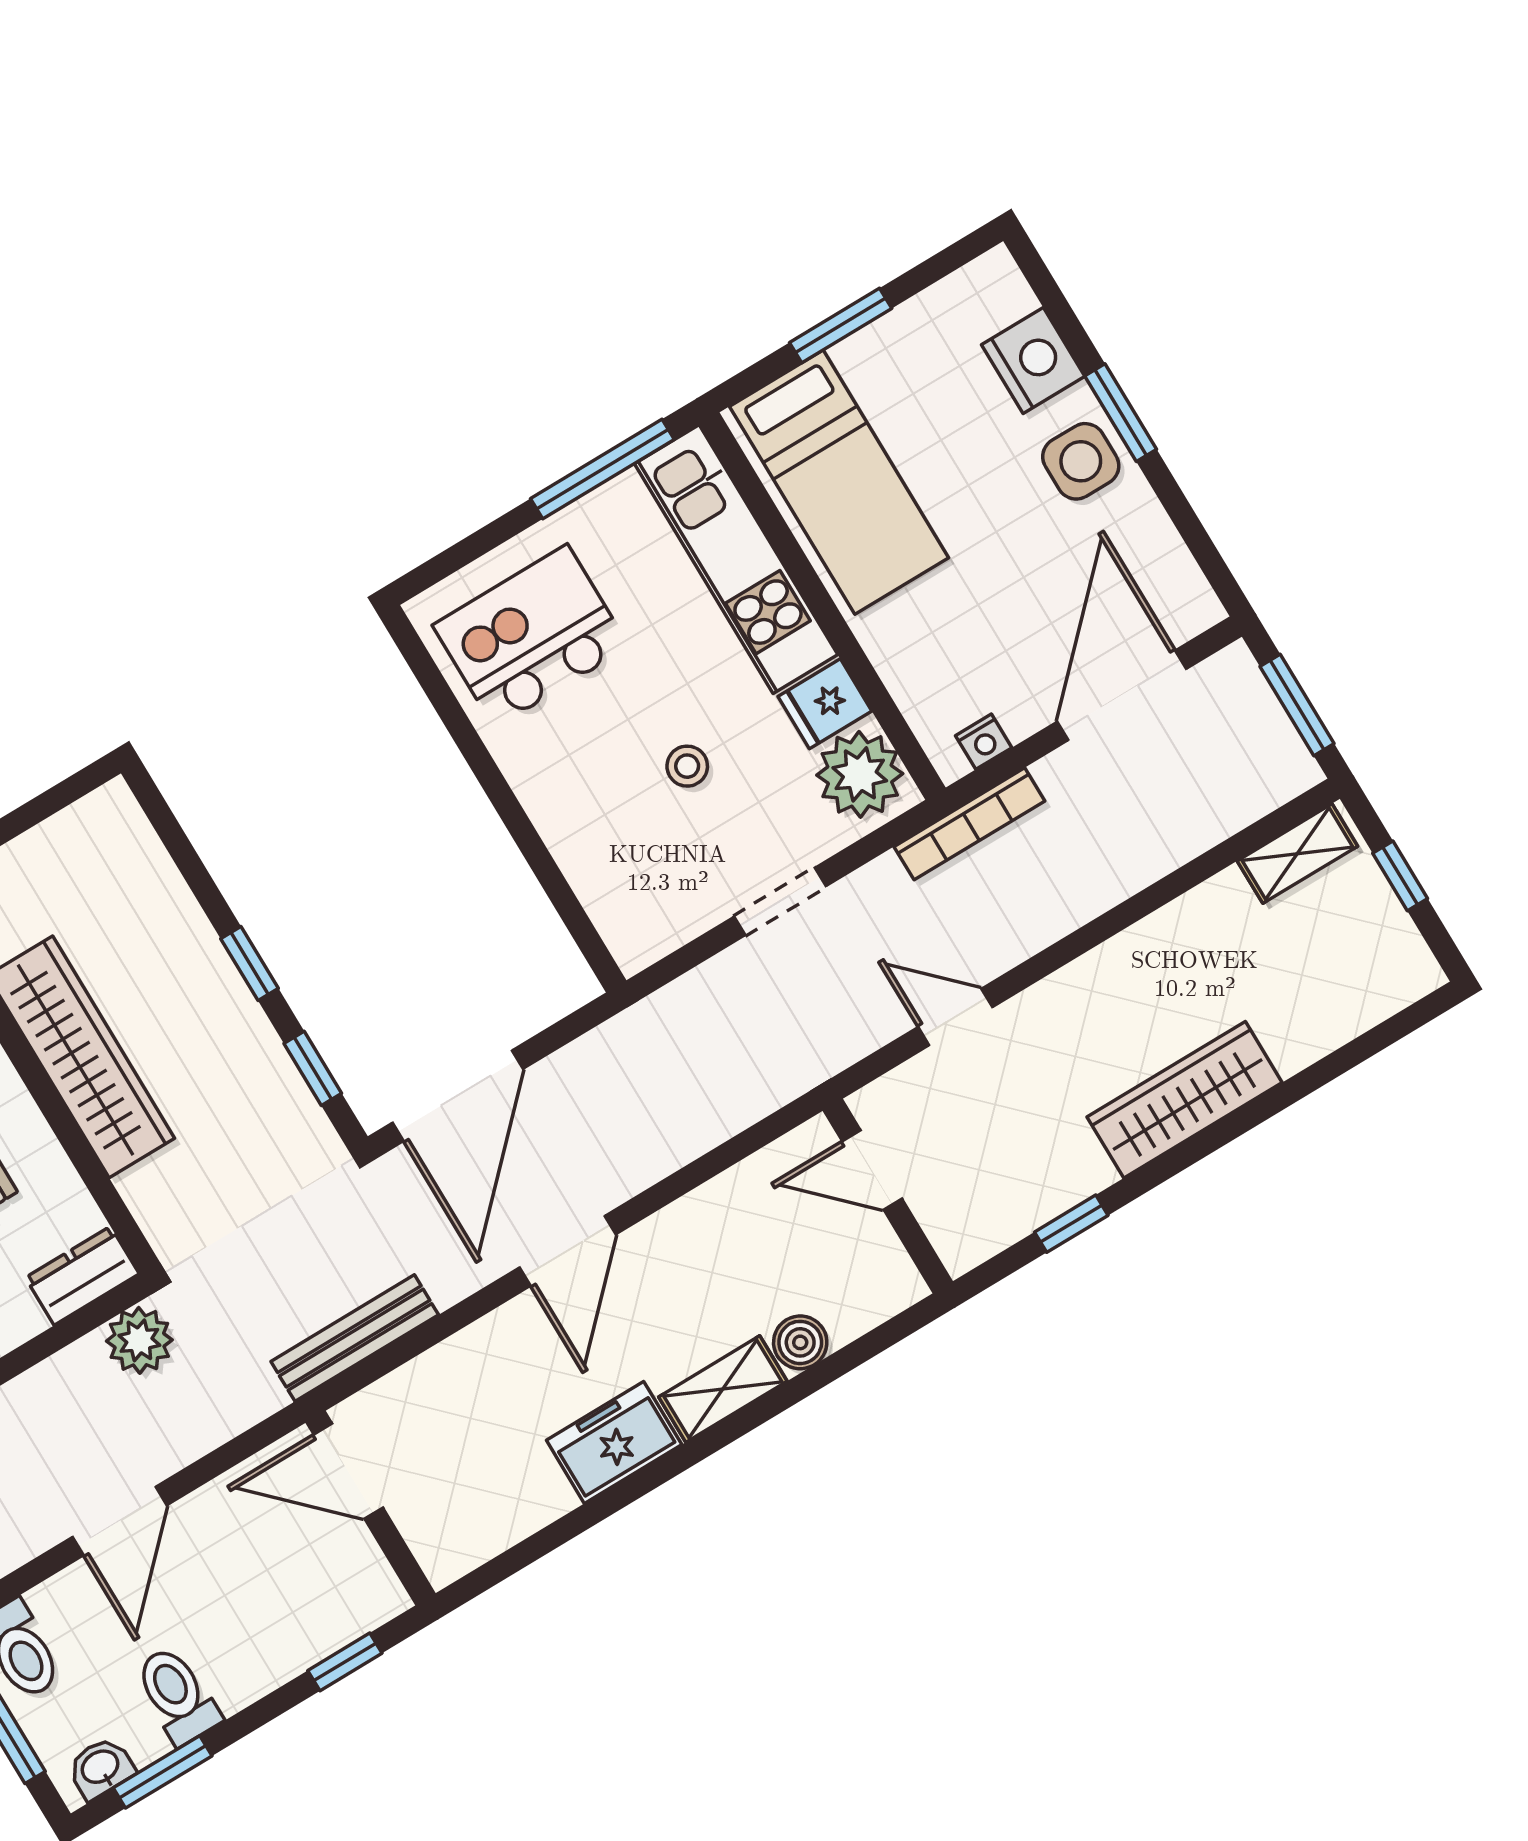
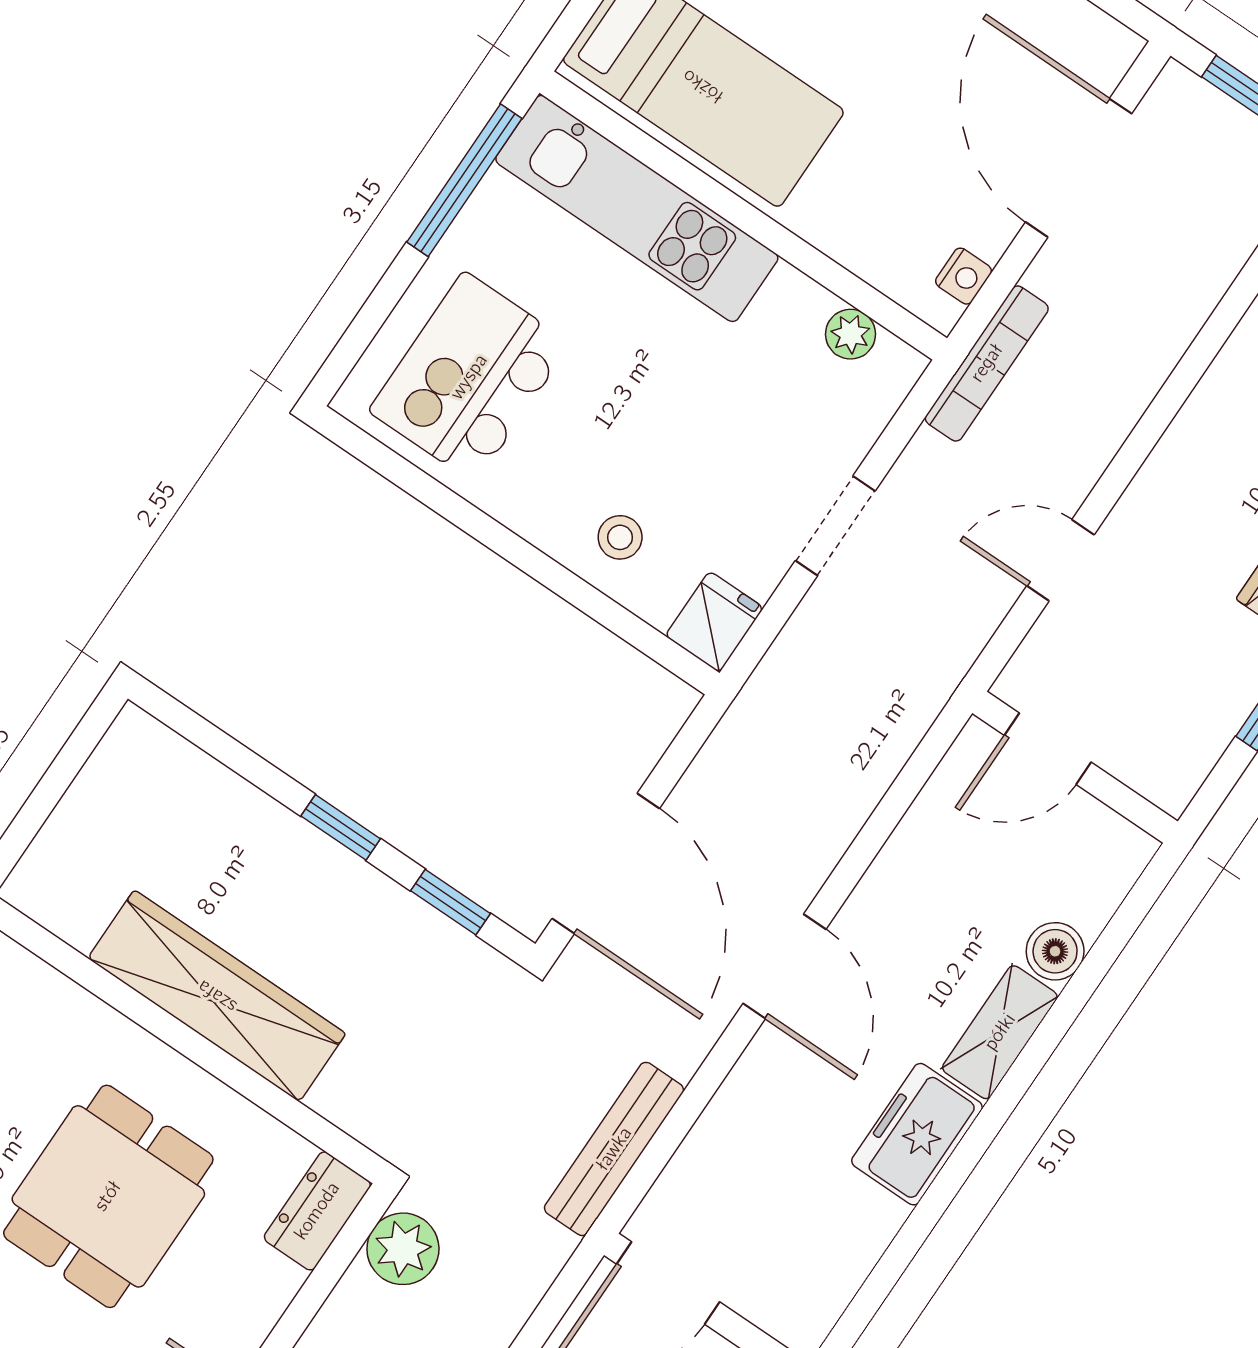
fridge: (825, 704) -> (714, 622), moved, turned 180
stool: (687, 766) -> (620, 537), moved
plant: (860, 774) -> (851, 334), width x0.53, depth x0.53

